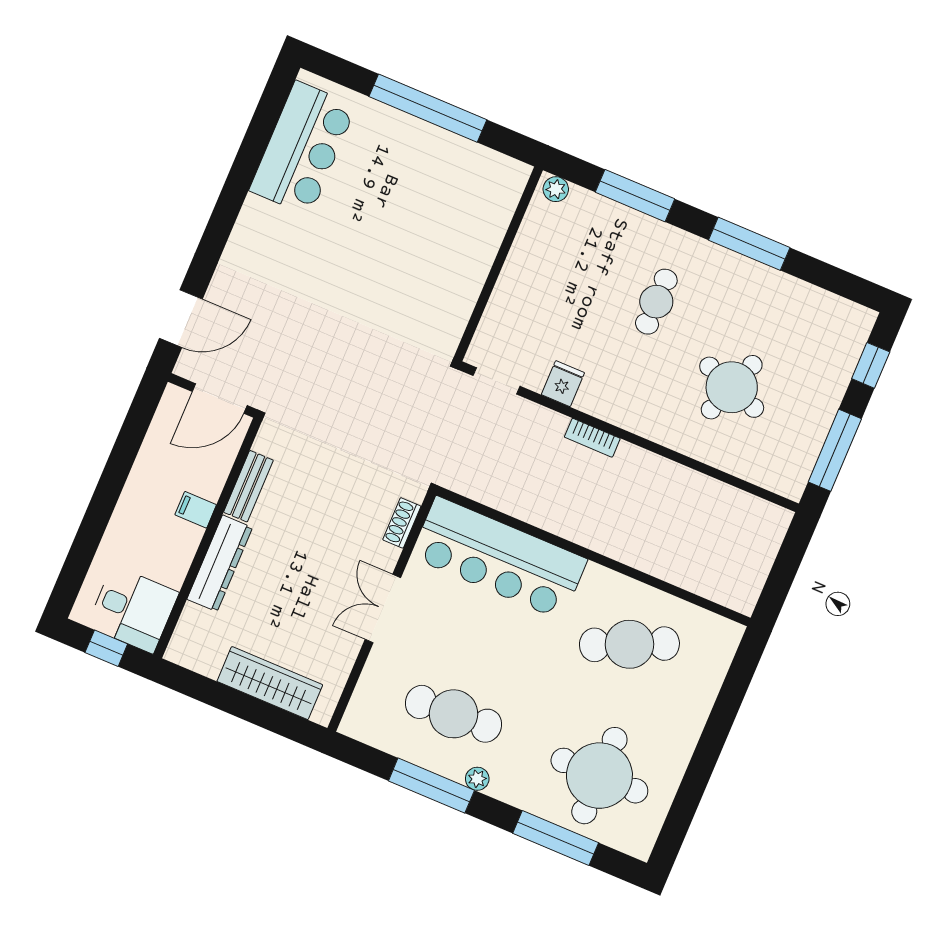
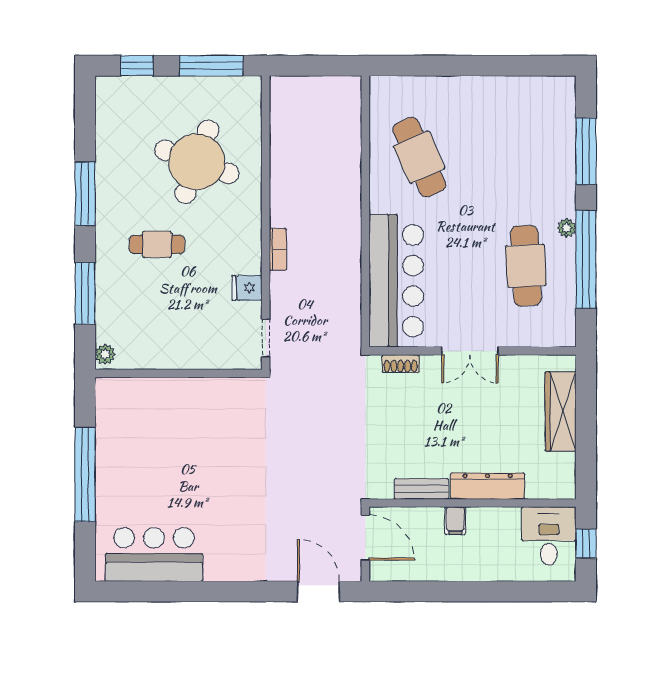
round table: (732, 387) -> (197, 162), width x1.36, depth x1.36
round table: (599, 776) -> (526, 138), removed
window: (431, 786) -> (586, 260), width x1.46

